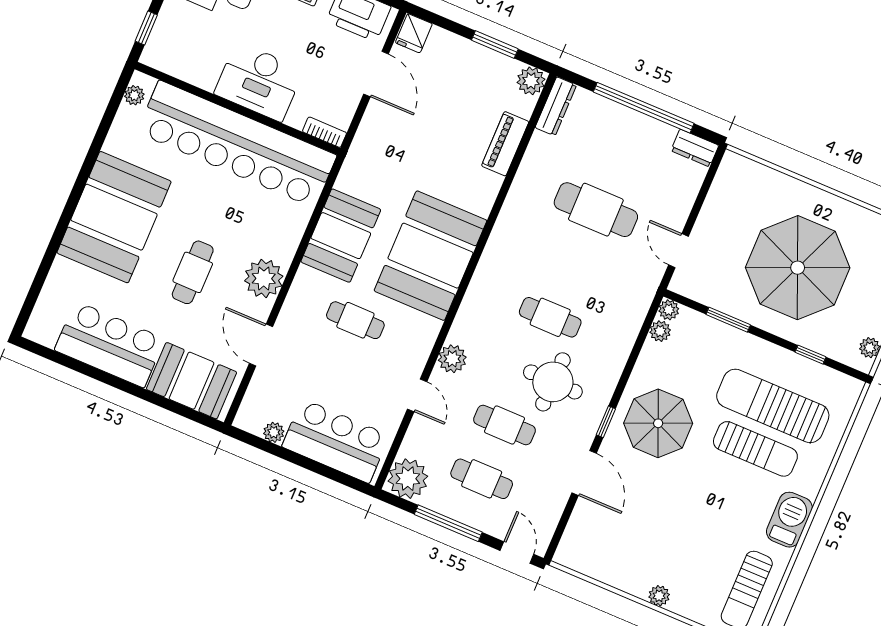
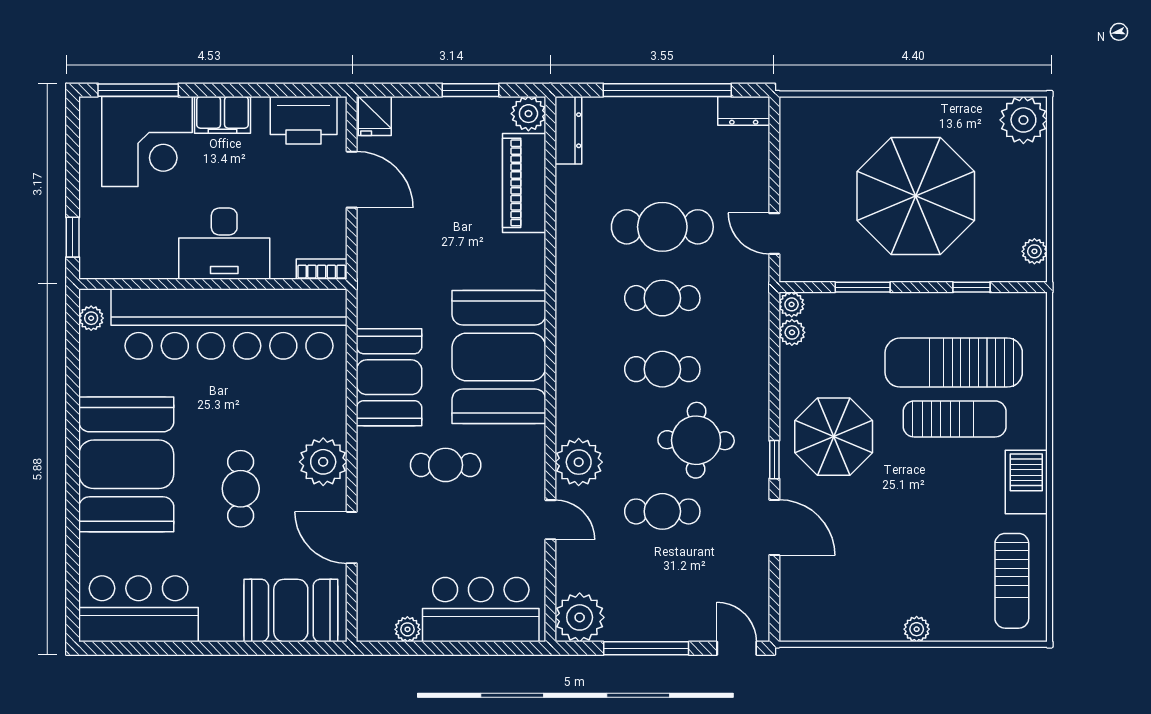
piano: (505, 144) -> (524, 183), width x1.37, depth x1.33
bar counter: (110, 344) -> (139, 609), moved
plant: (452, 359) -> (579, 462), width x1.36, depth x1.36
cafe table: (482, 479) -> (662, 298), moved

